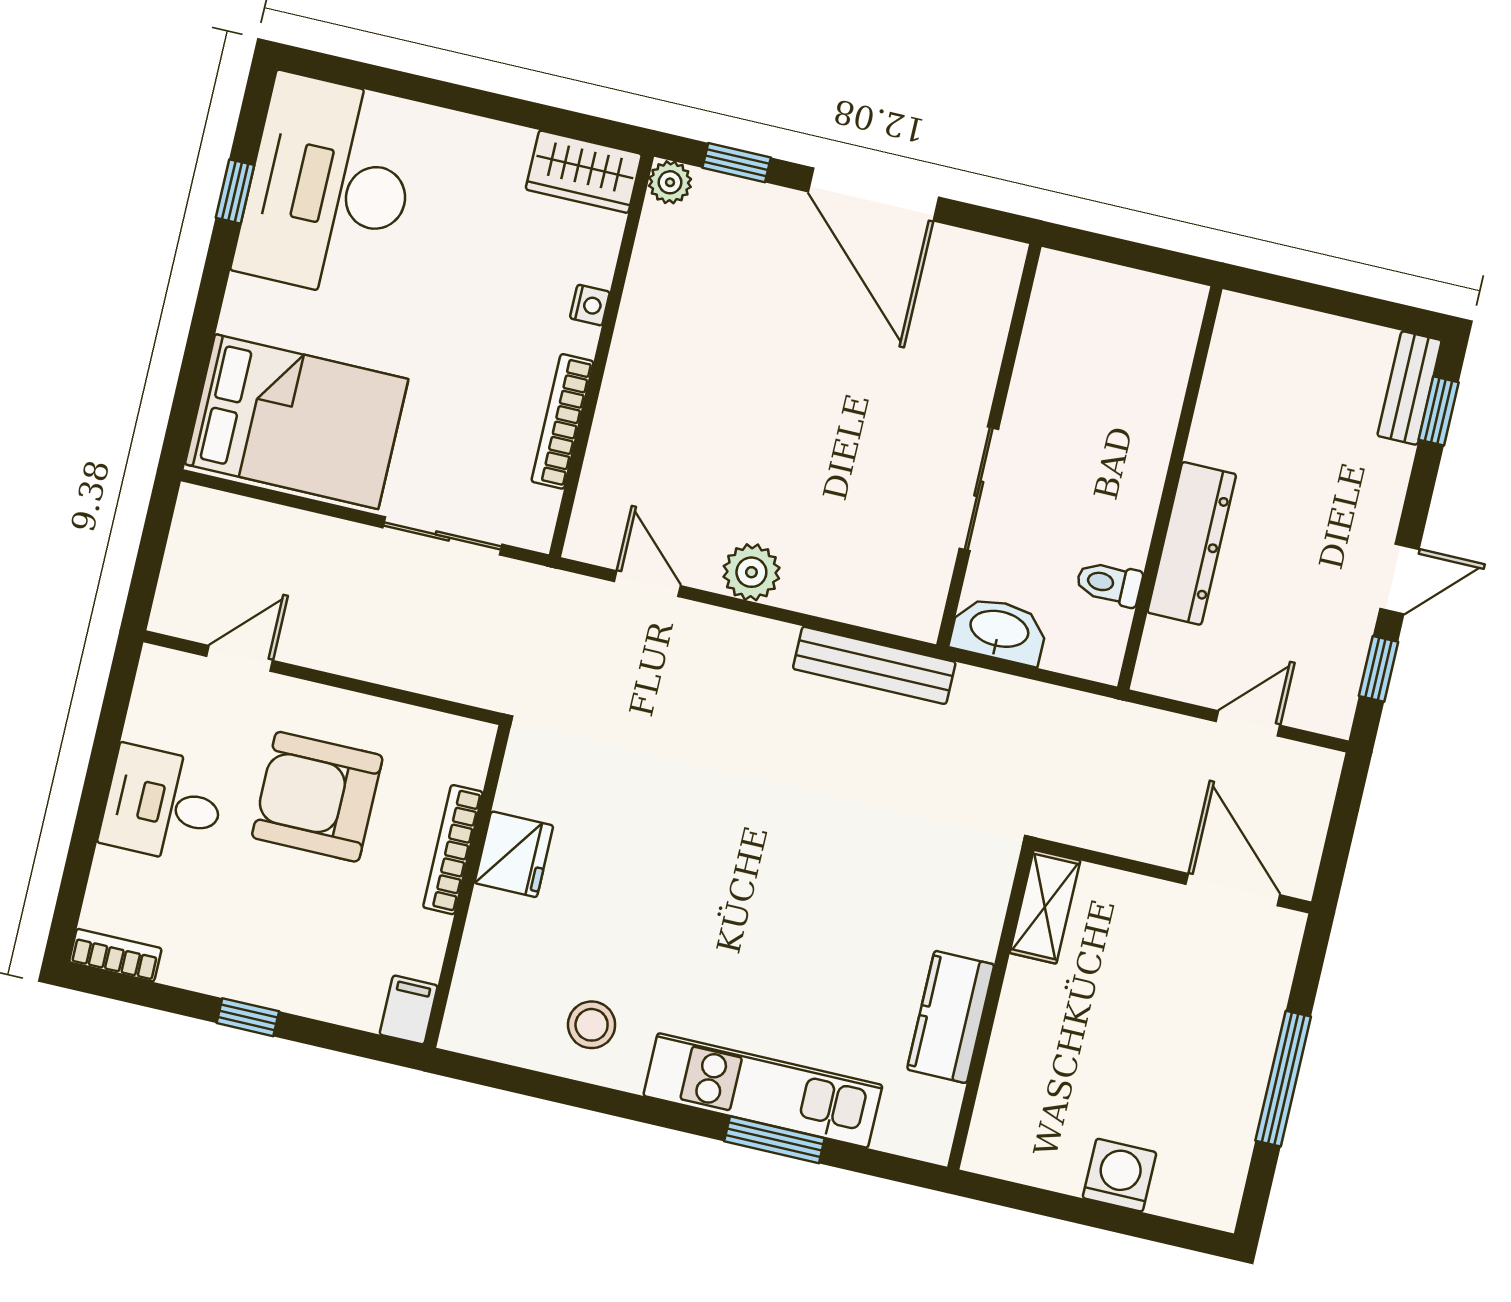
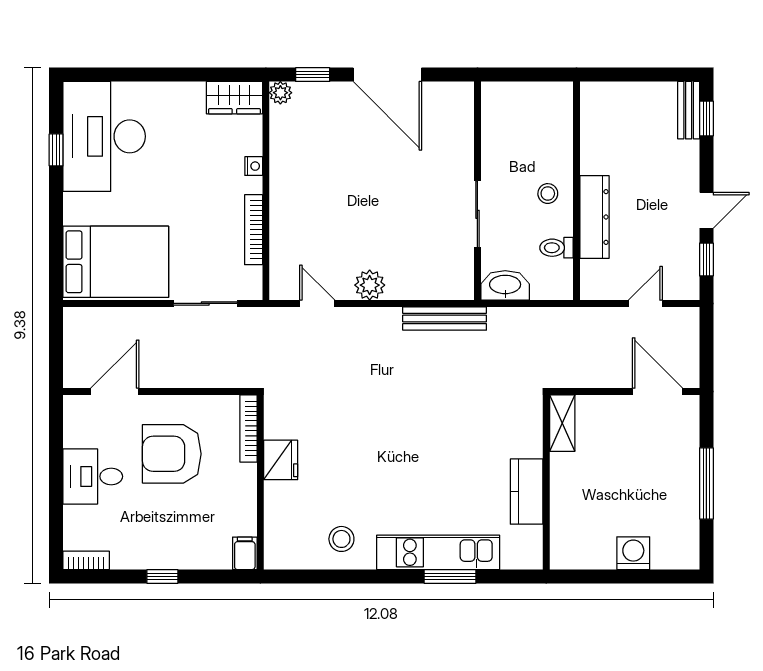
stool: (1116, 481) -> (548, 194), added
door: (240, 658) -> (115, 391), width x1.38
bookcase: (453, 850) -> (248, 428), moved

